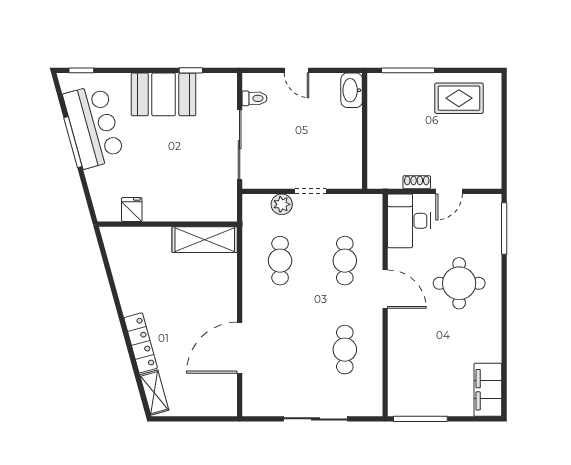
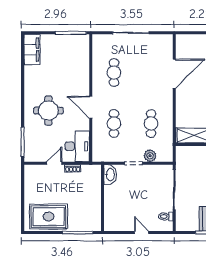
washbasin: (352, 90) -> (110, 175), moved
rug: (459, 98) -> (48, 217), width x1.36, depth x1.43

